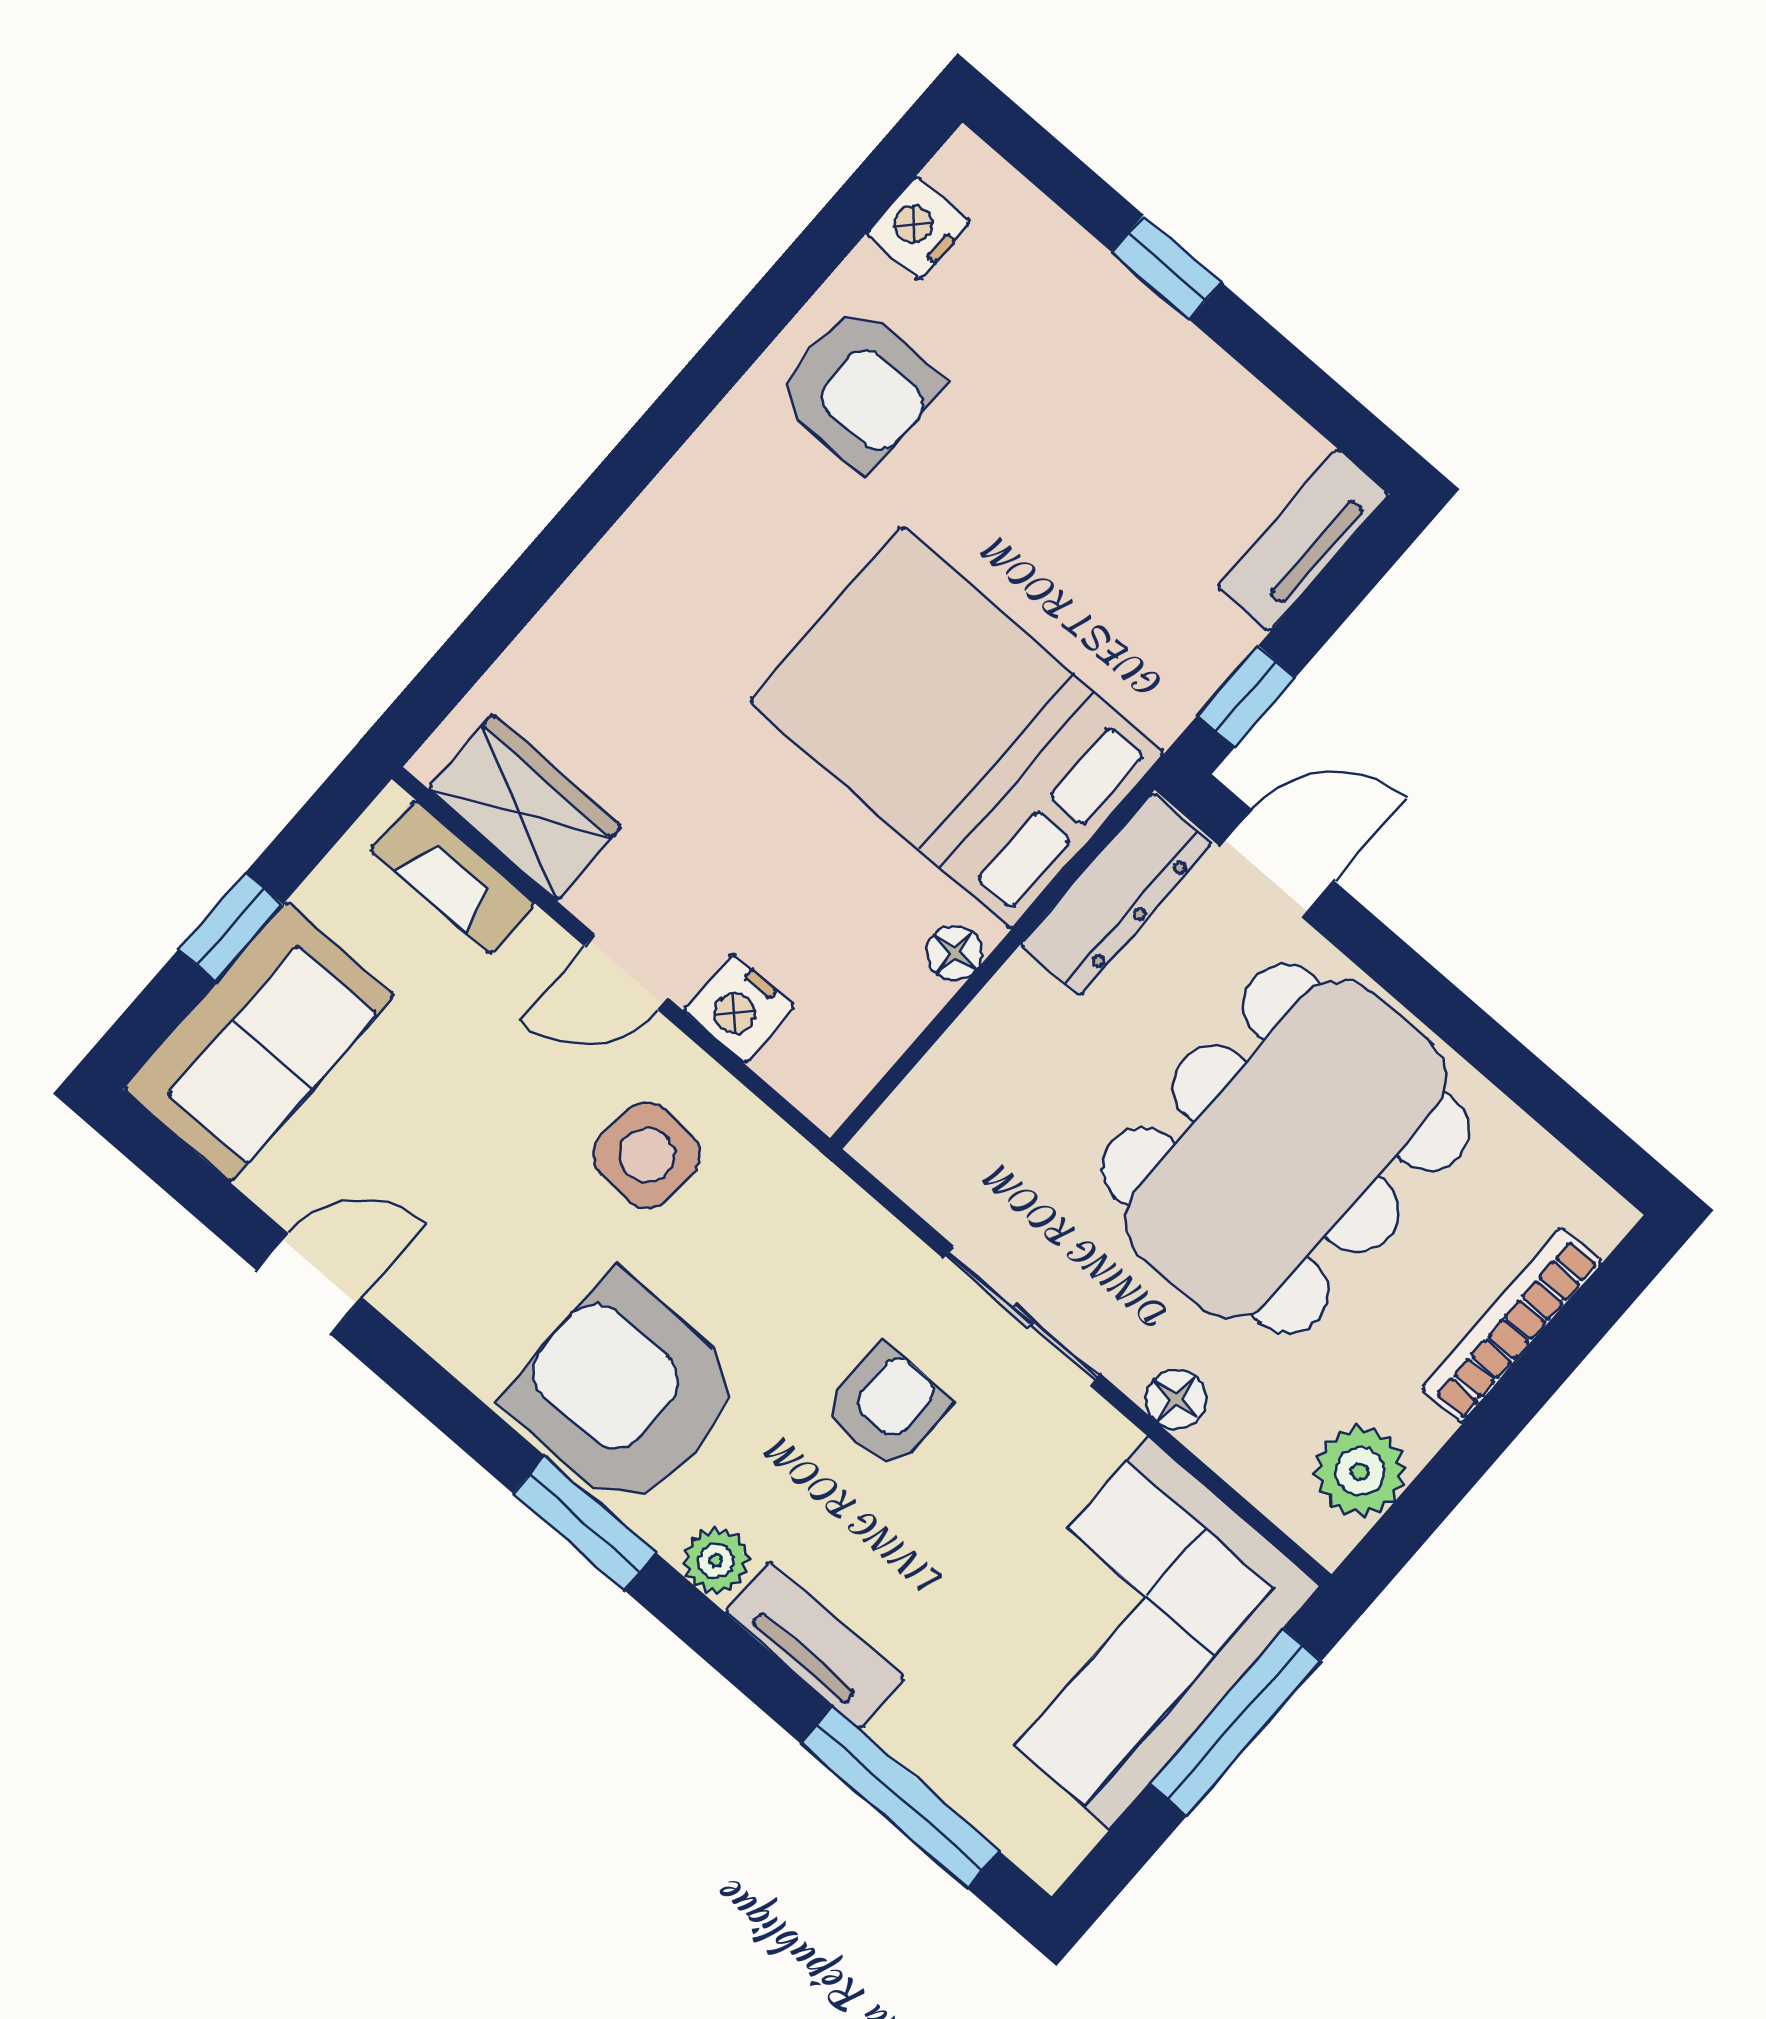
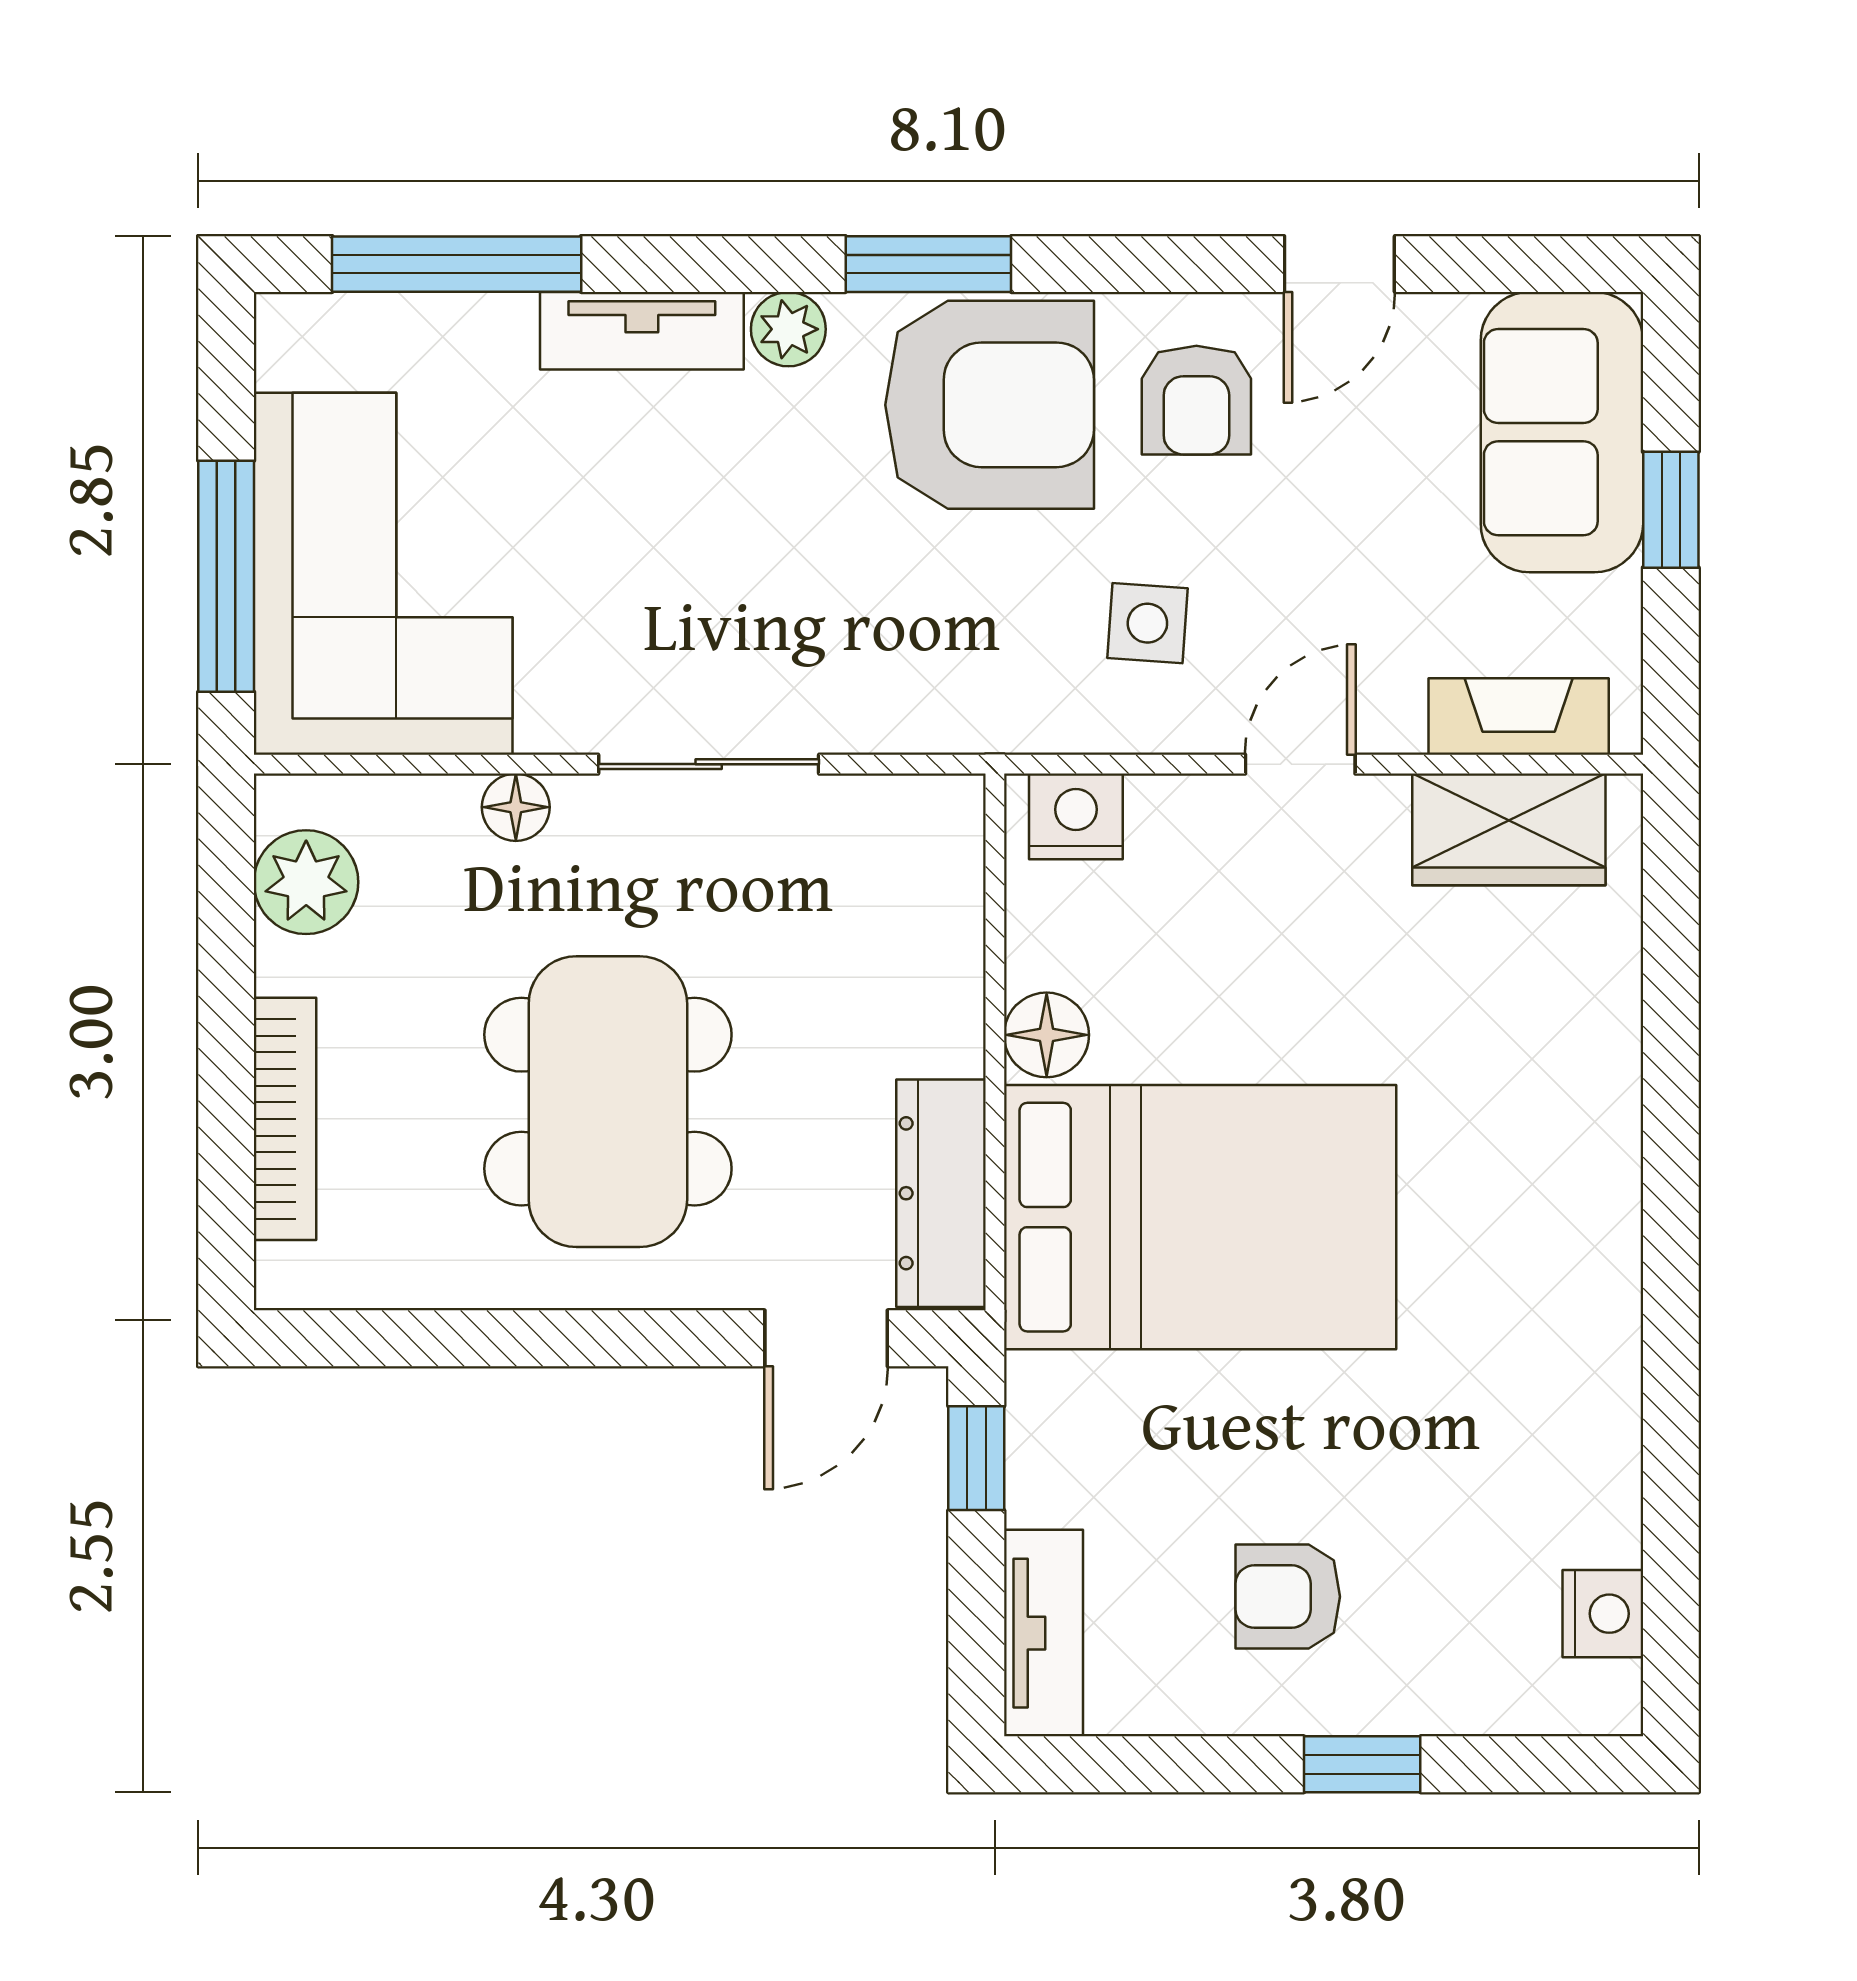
armchair: (859, 388) -> (1288, 1597), moved, width x0.72, depth x0.72
floor lamp: (955, 953) -> (1047, 1035), width x1.37, depth x1.37
nightstand: (739, 1009) -> (1076, 816), moved
dining table: (1286, 1149) -> (608, 1102), width x0.73, depth x0.80
side table: (647, 1155) -> (1147, 623), width x0.73, depth x0.73
armchair: (887, 1407) -> (1196, 400), moved

